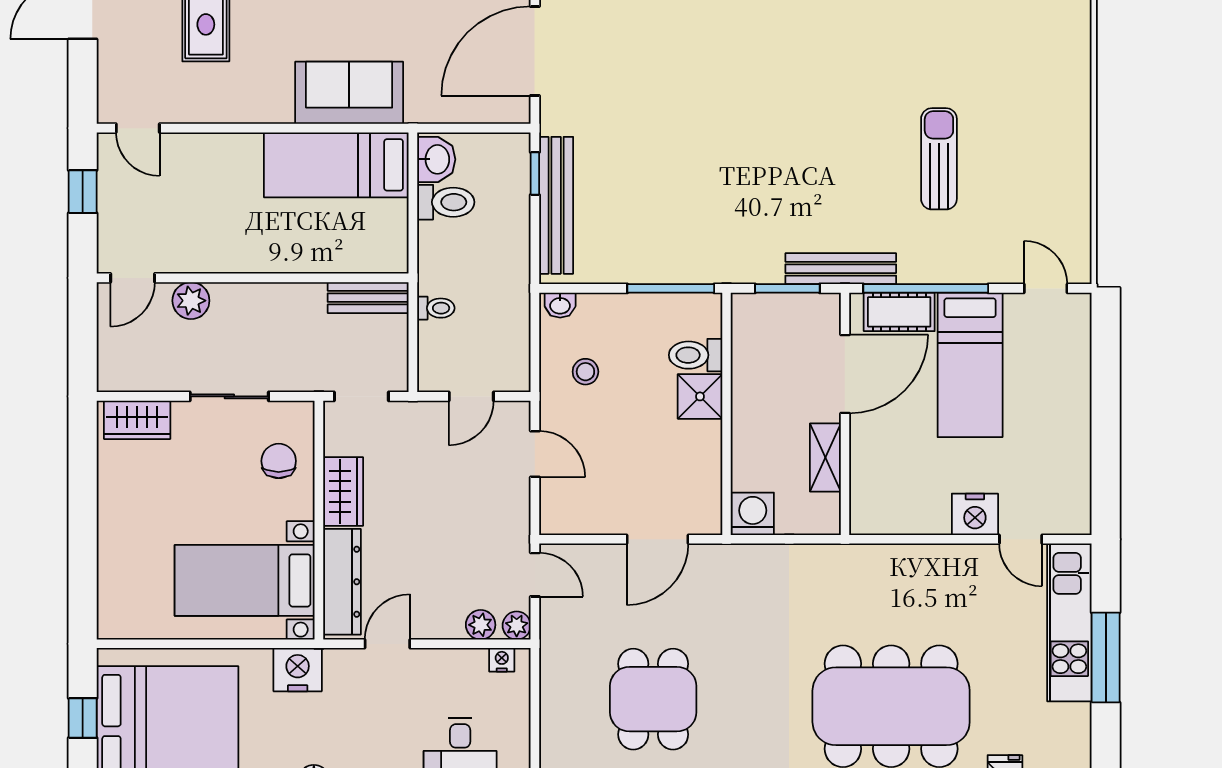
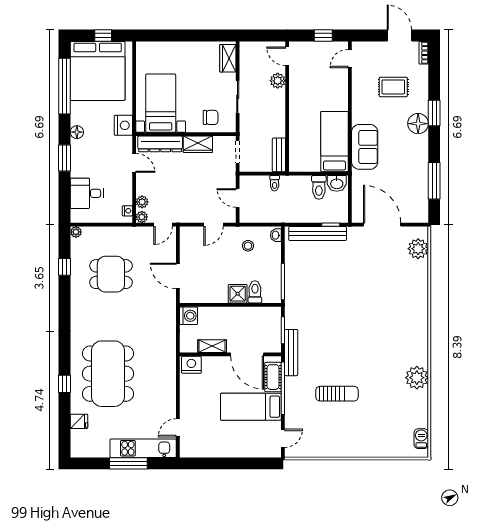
nightstand: (975, 514) -> (191, 365), moved, turned 90

